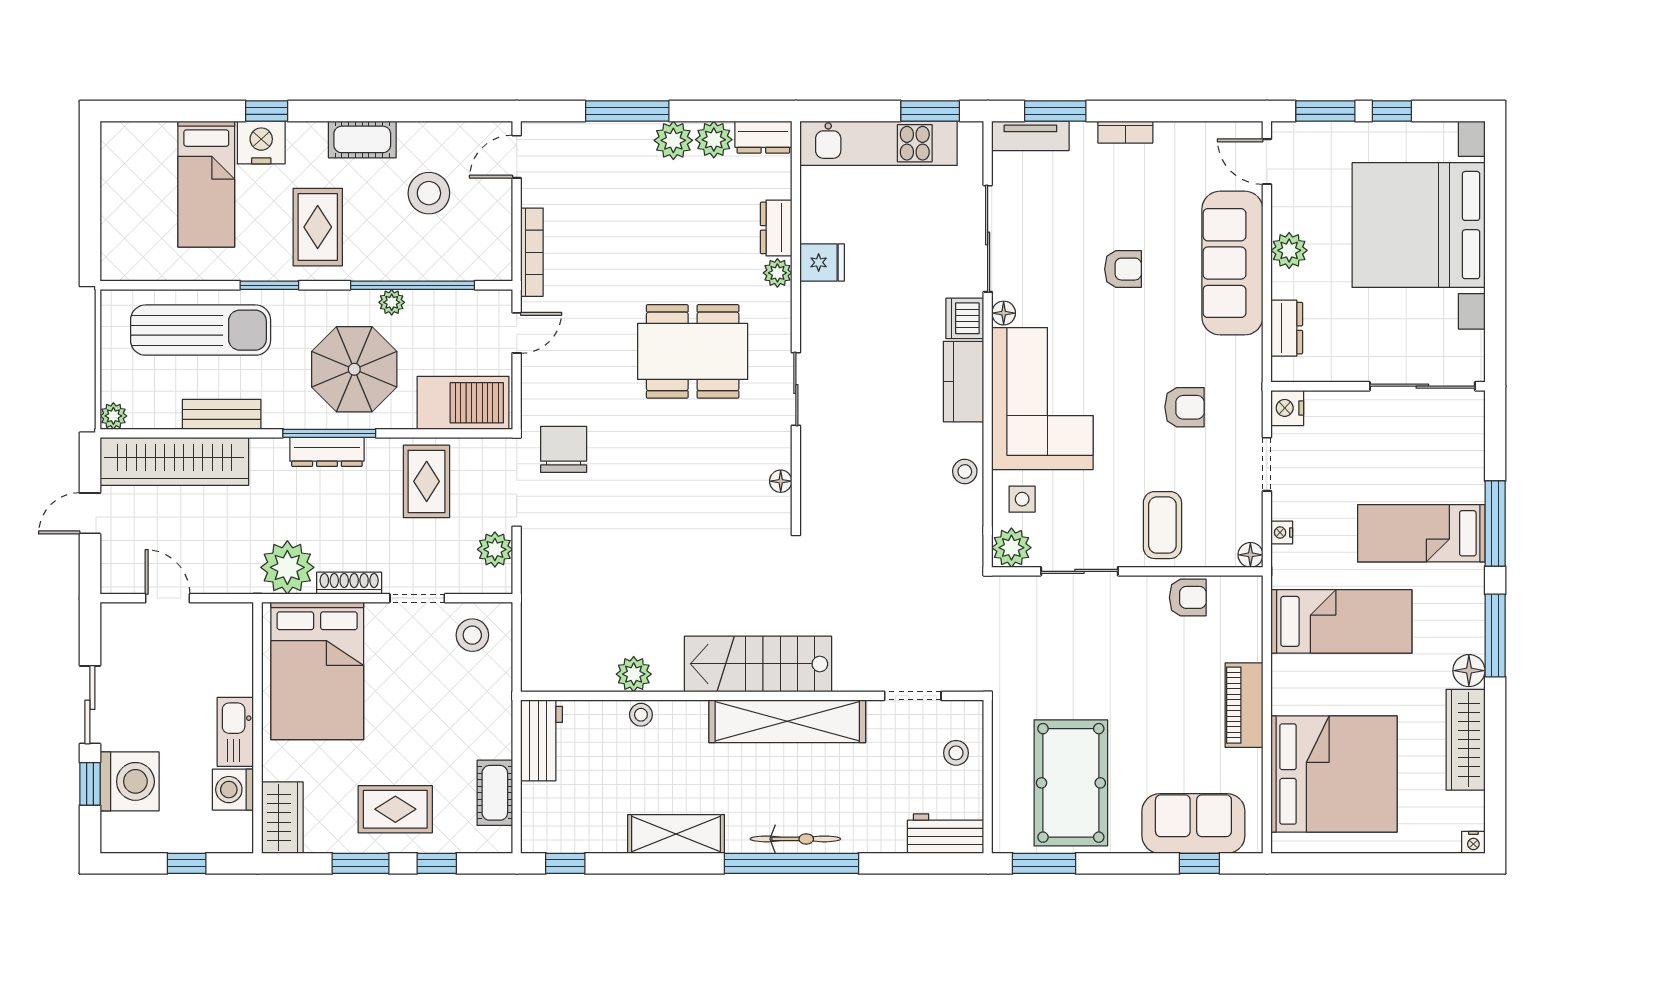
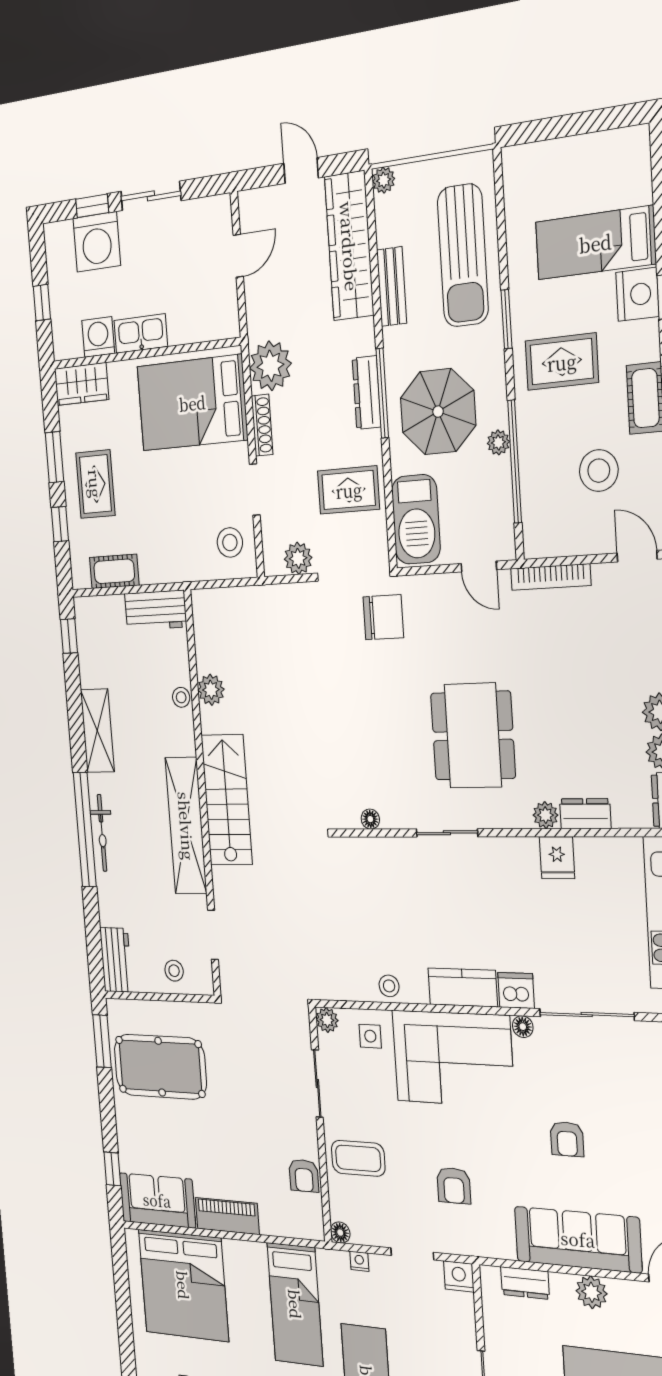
plant: (1011, 548) -> (327, 1020), width x0.73, depth x0.73
sofa: (1193, 823) -> (157, 1200), moved, turned -90

